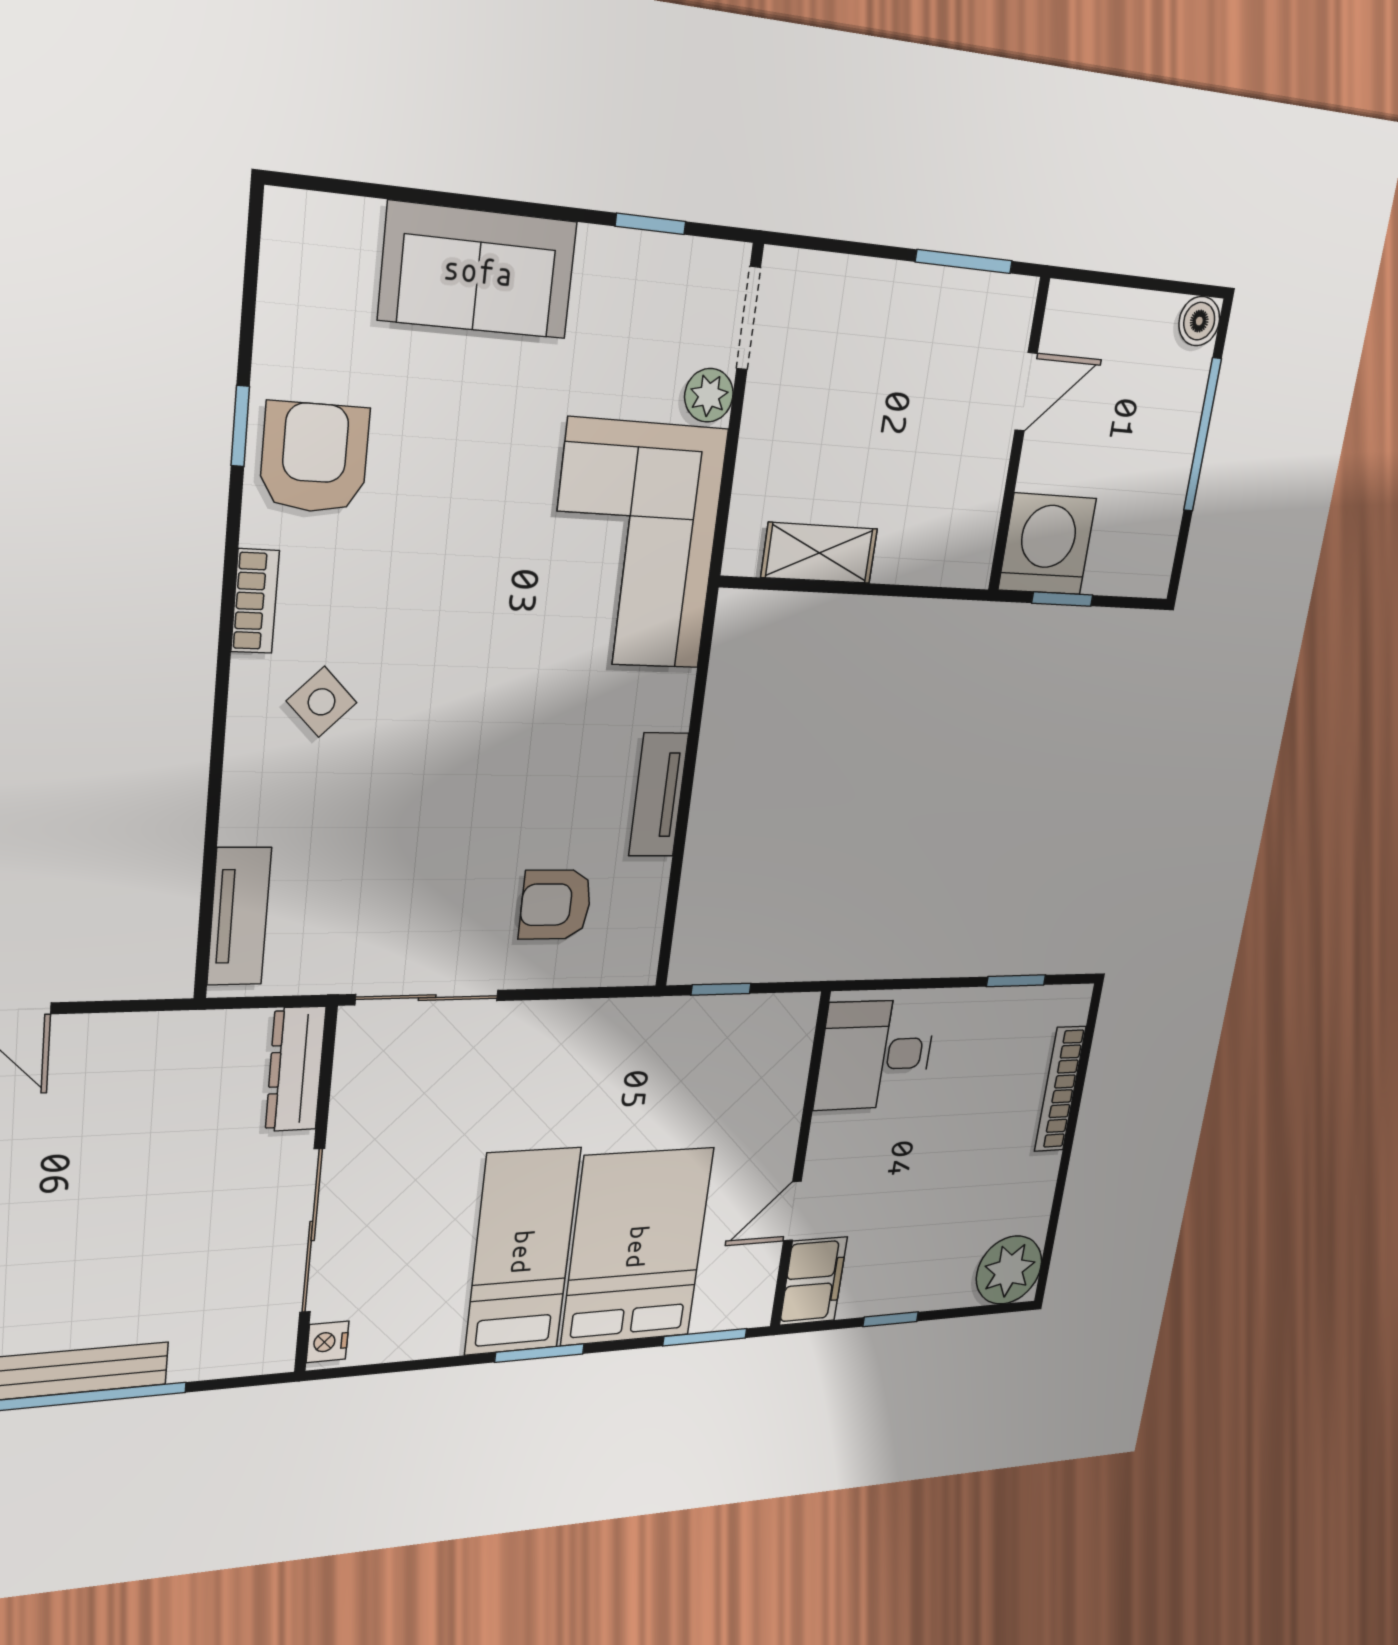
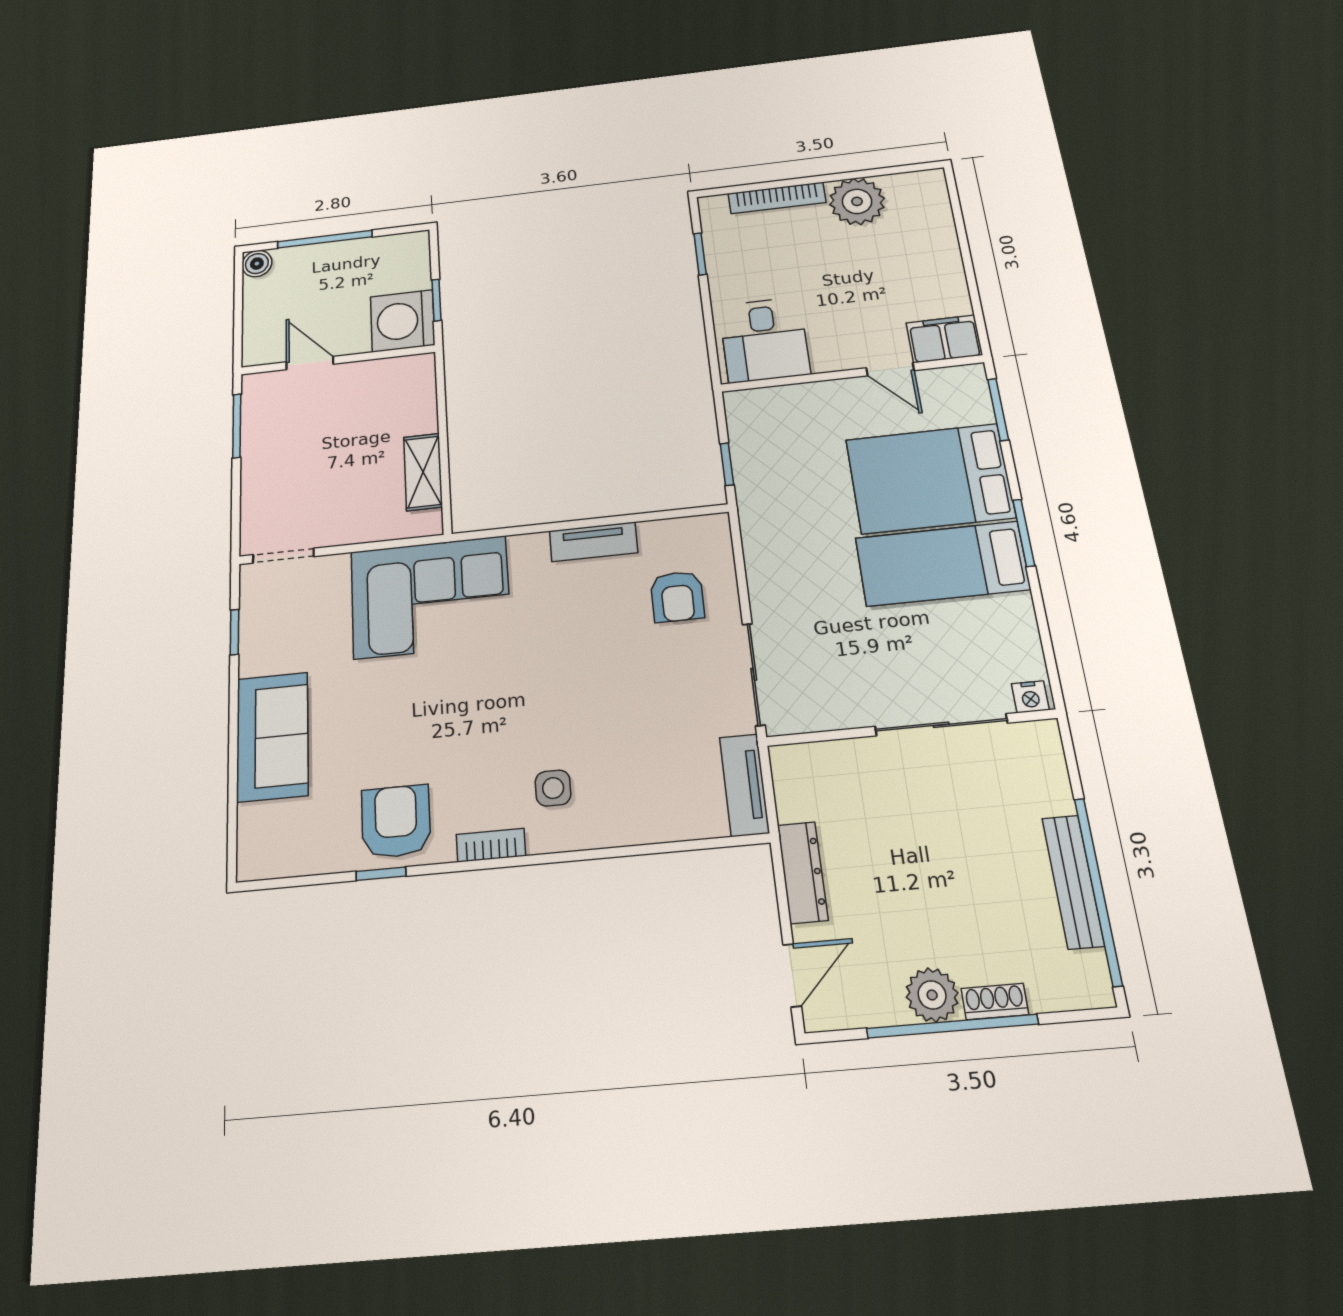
plant: (709, 395) -> (332, 570), removed
armchair: (314, 458) -> (396, 821), turned 90
side table: (322, 702) -> (553, 788), turned 45
tv unit: (239, 916) -> (744, 785), moved, turned -90
dresser: (296, 1069) -> (803, 872), moved, turned -90
plant: (1009, 1270) -> (857, 201), moved
window: (891, 1319) -> (970, 272), removed

